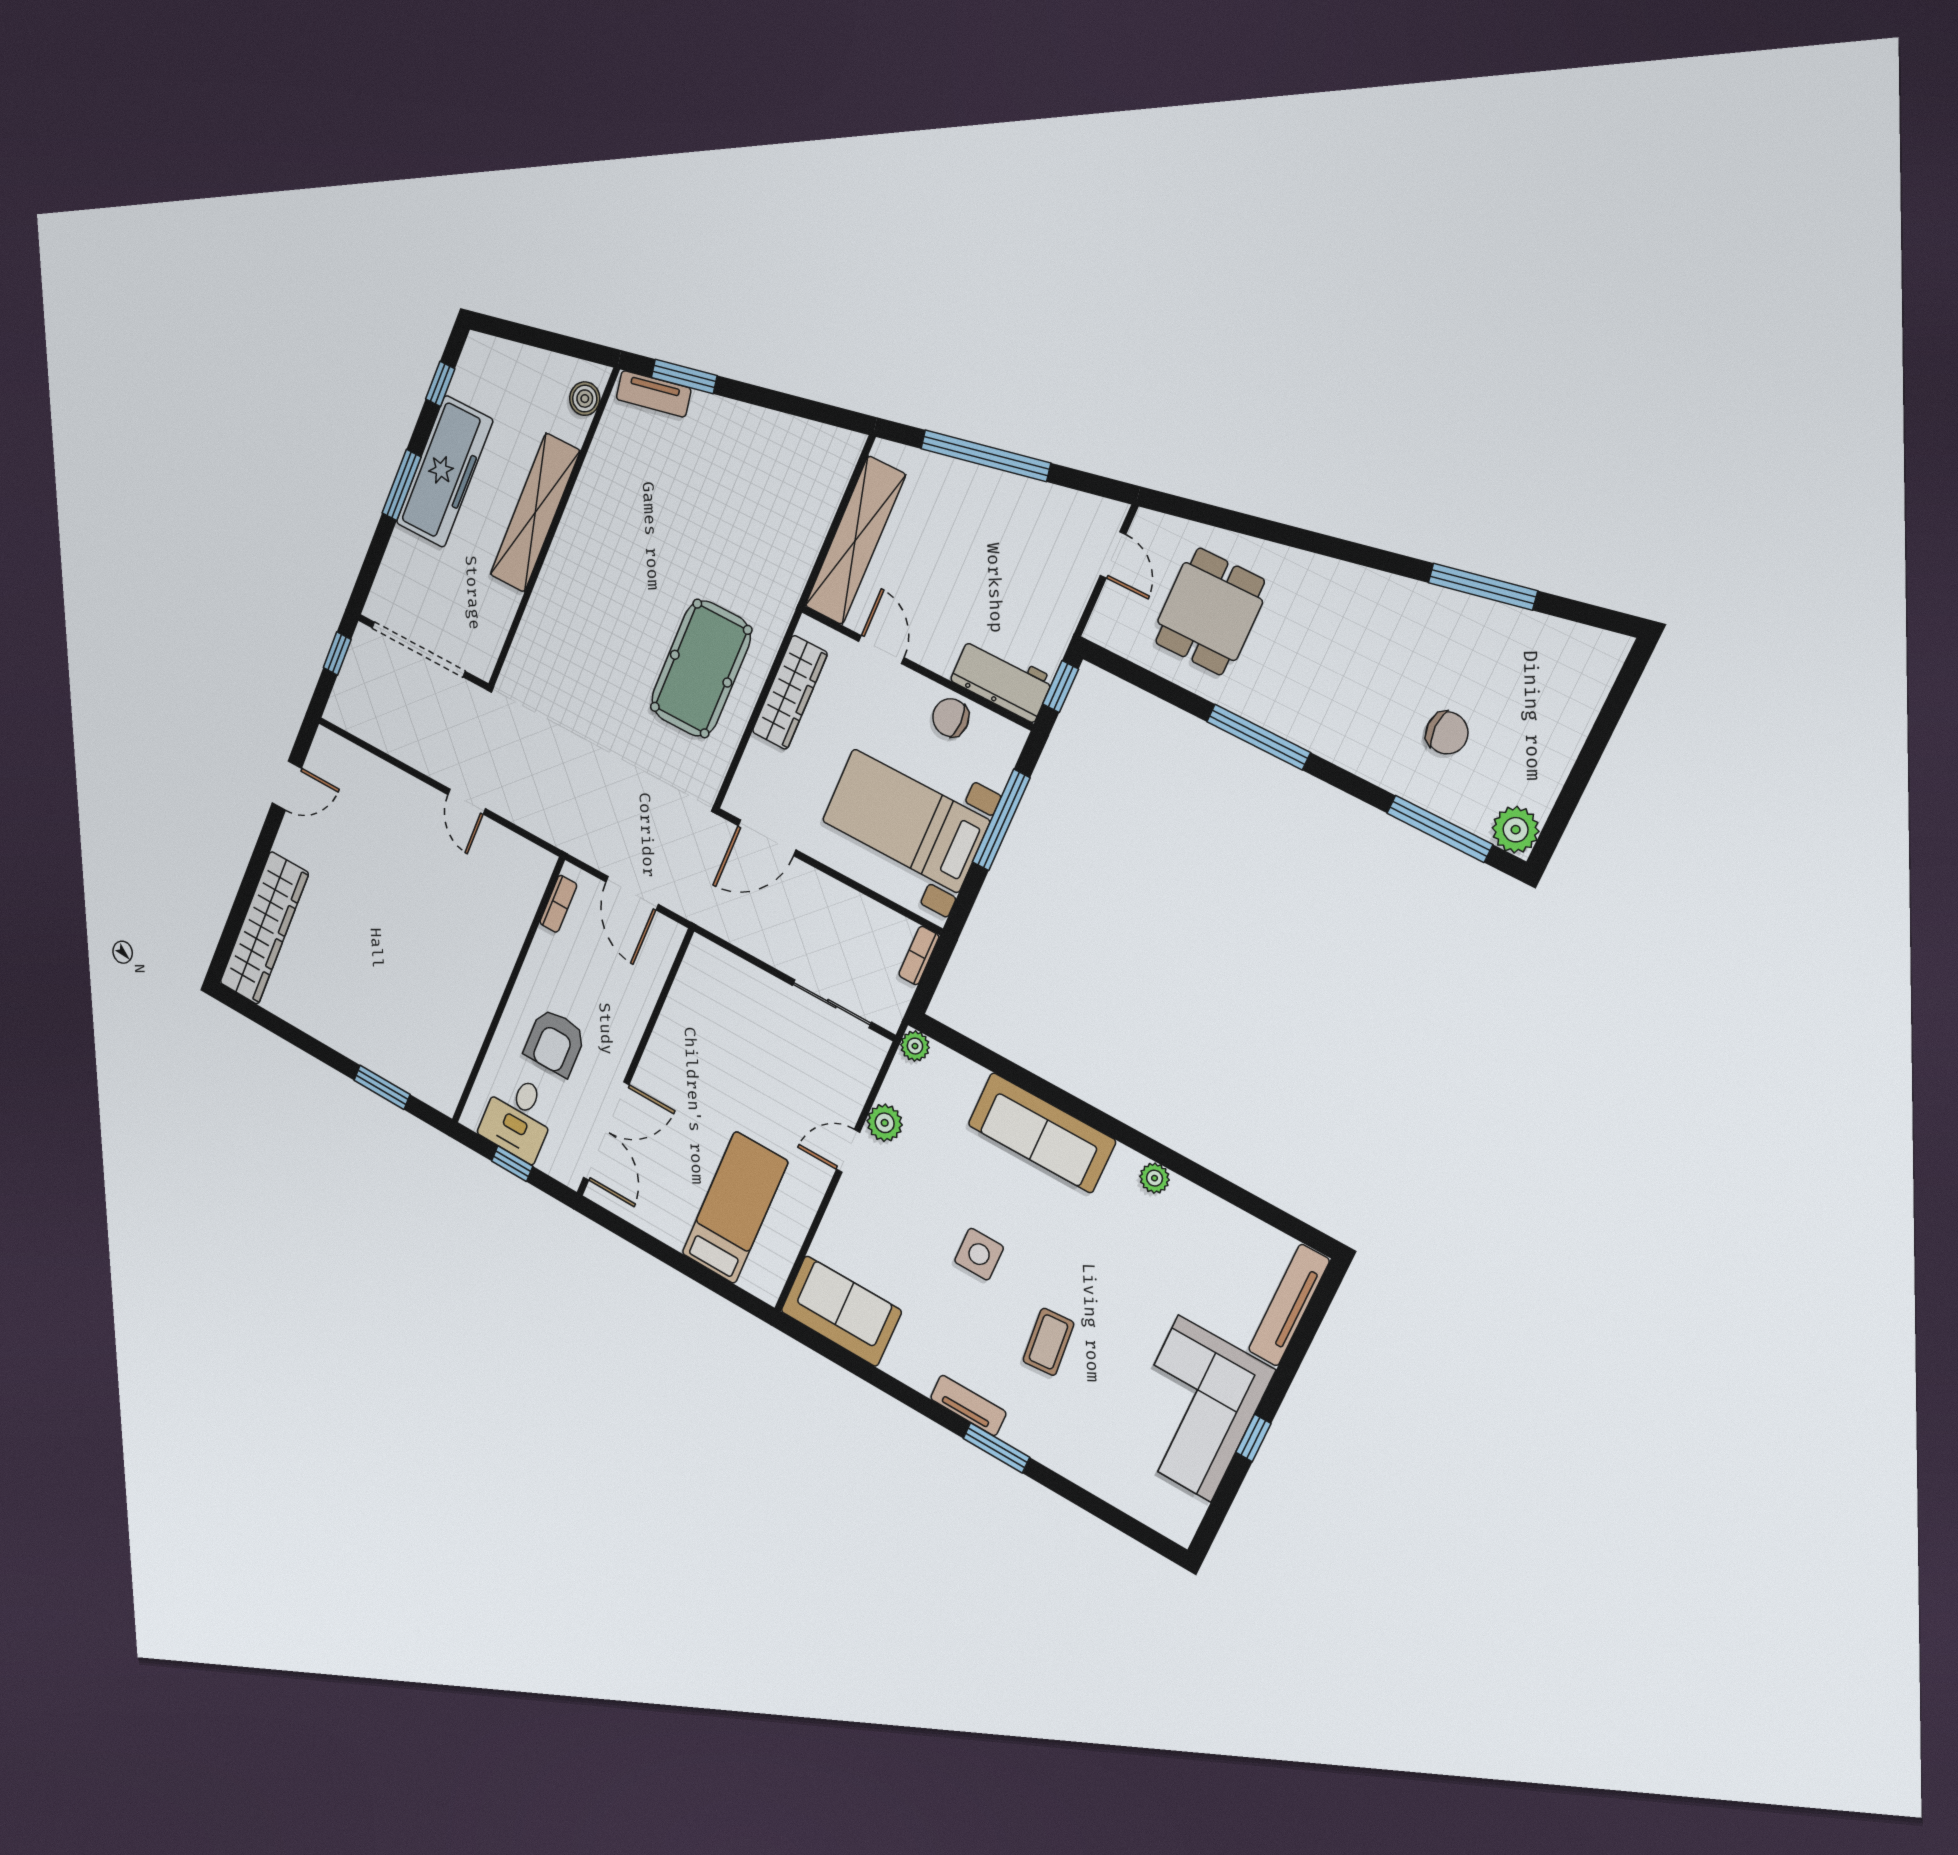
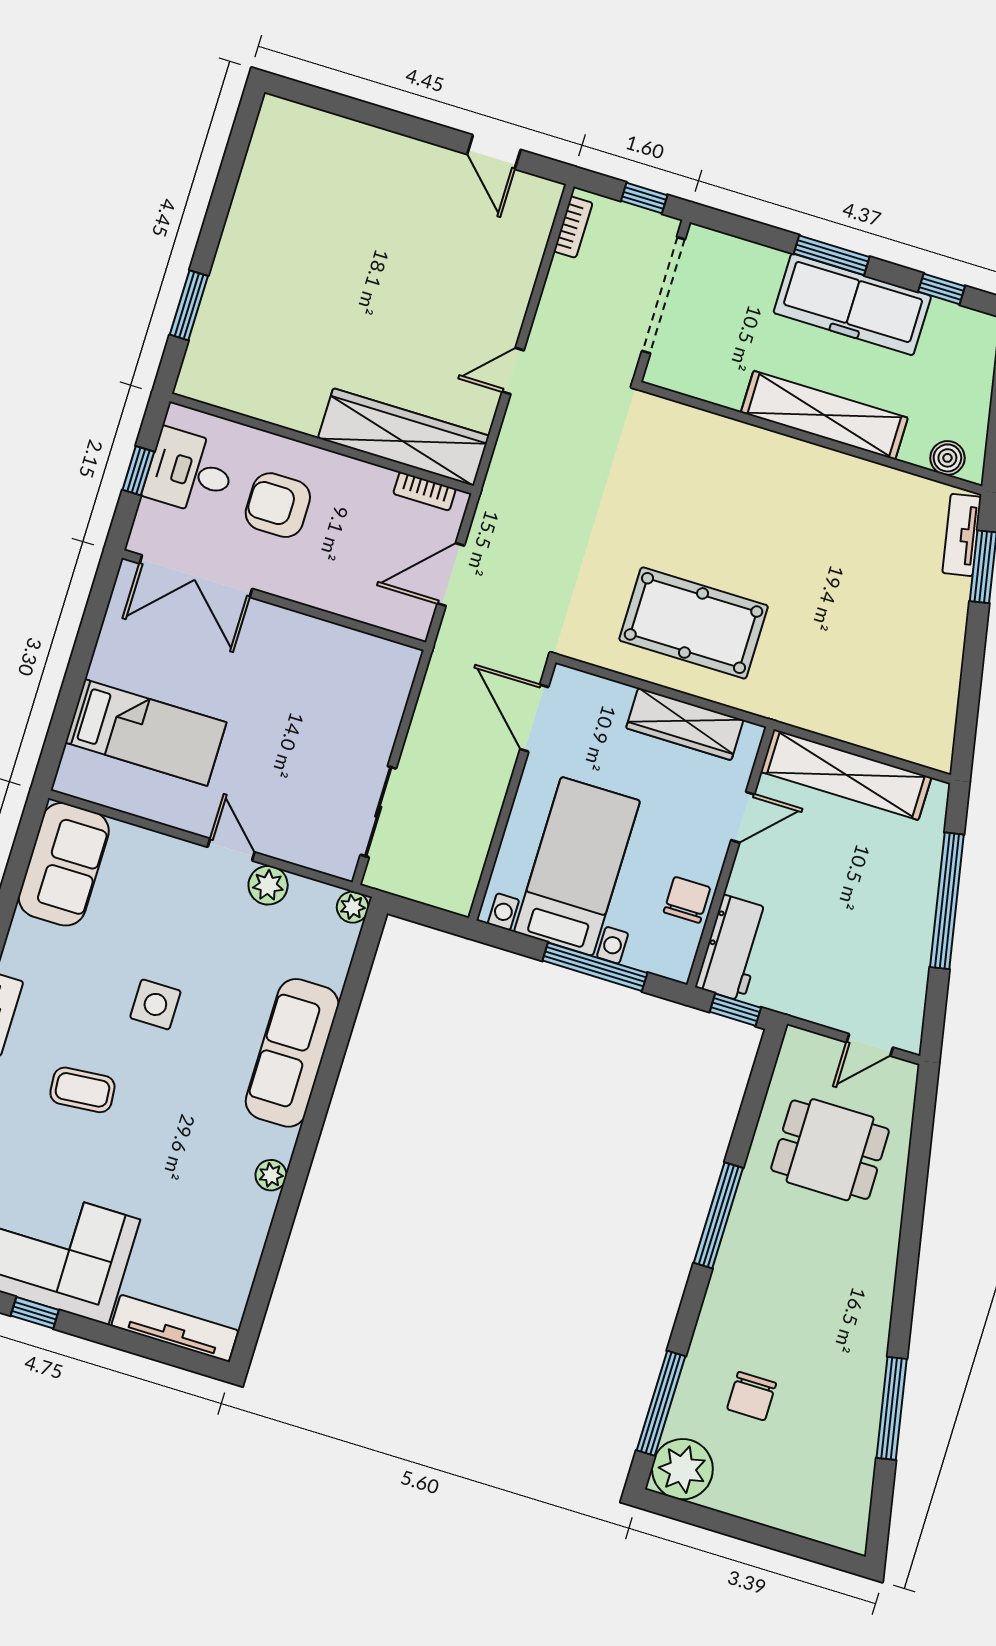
plant: (1516, 830) -> (682, 1469), width x1.36, depth x1.36
wardrobe: (264, 928) -> (404, 437), moved, turned 180
bookcase: (919, 956) -> (573, 227), moved, turned 90

